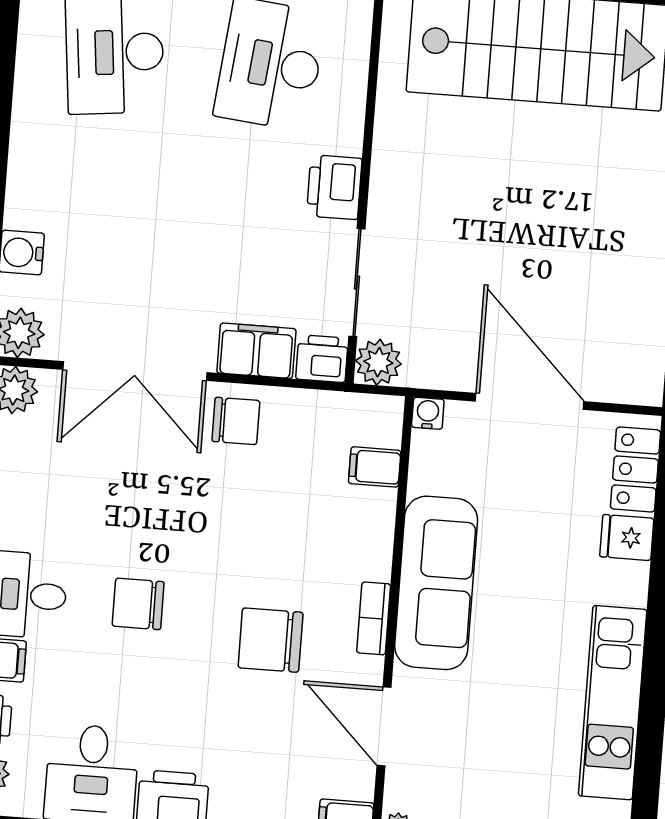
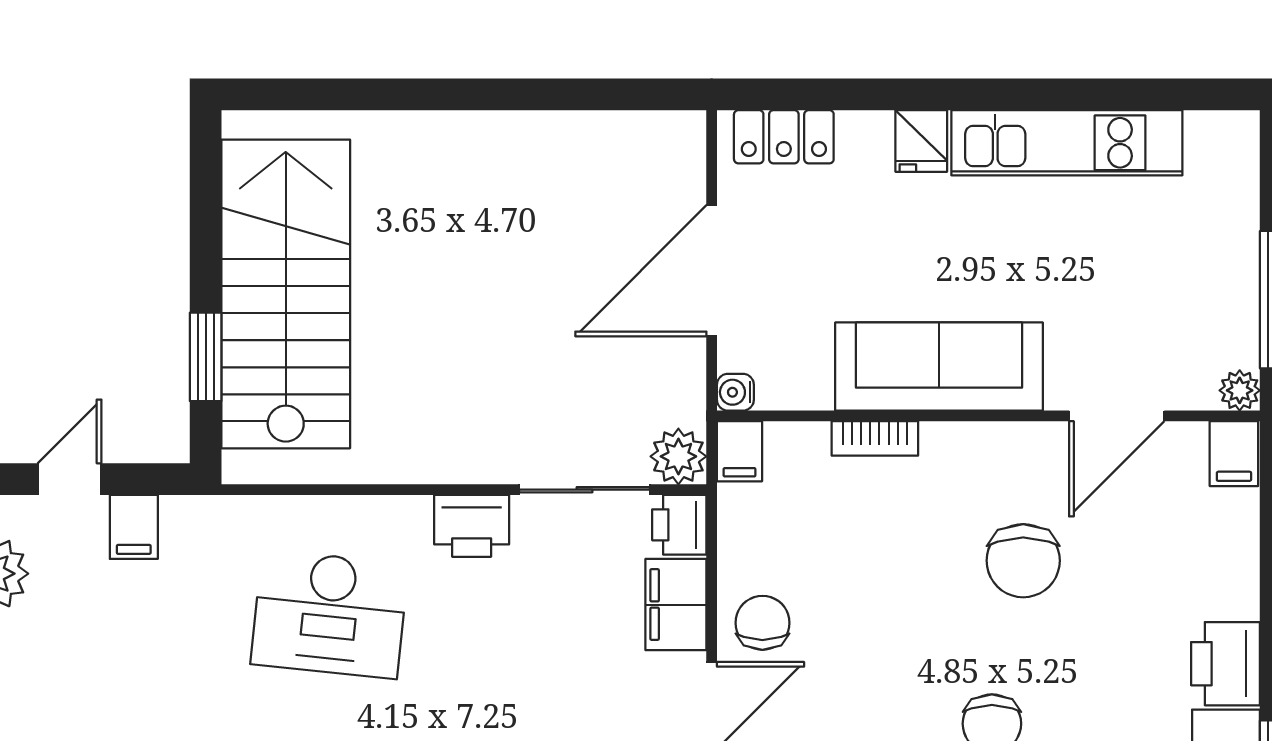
filing cabinet: (375, 467) -> (739, 451), moved
fridge: (627, 537) -> (921, 141), moved
bookcase: (374, 618) -> (875, 438), moved

